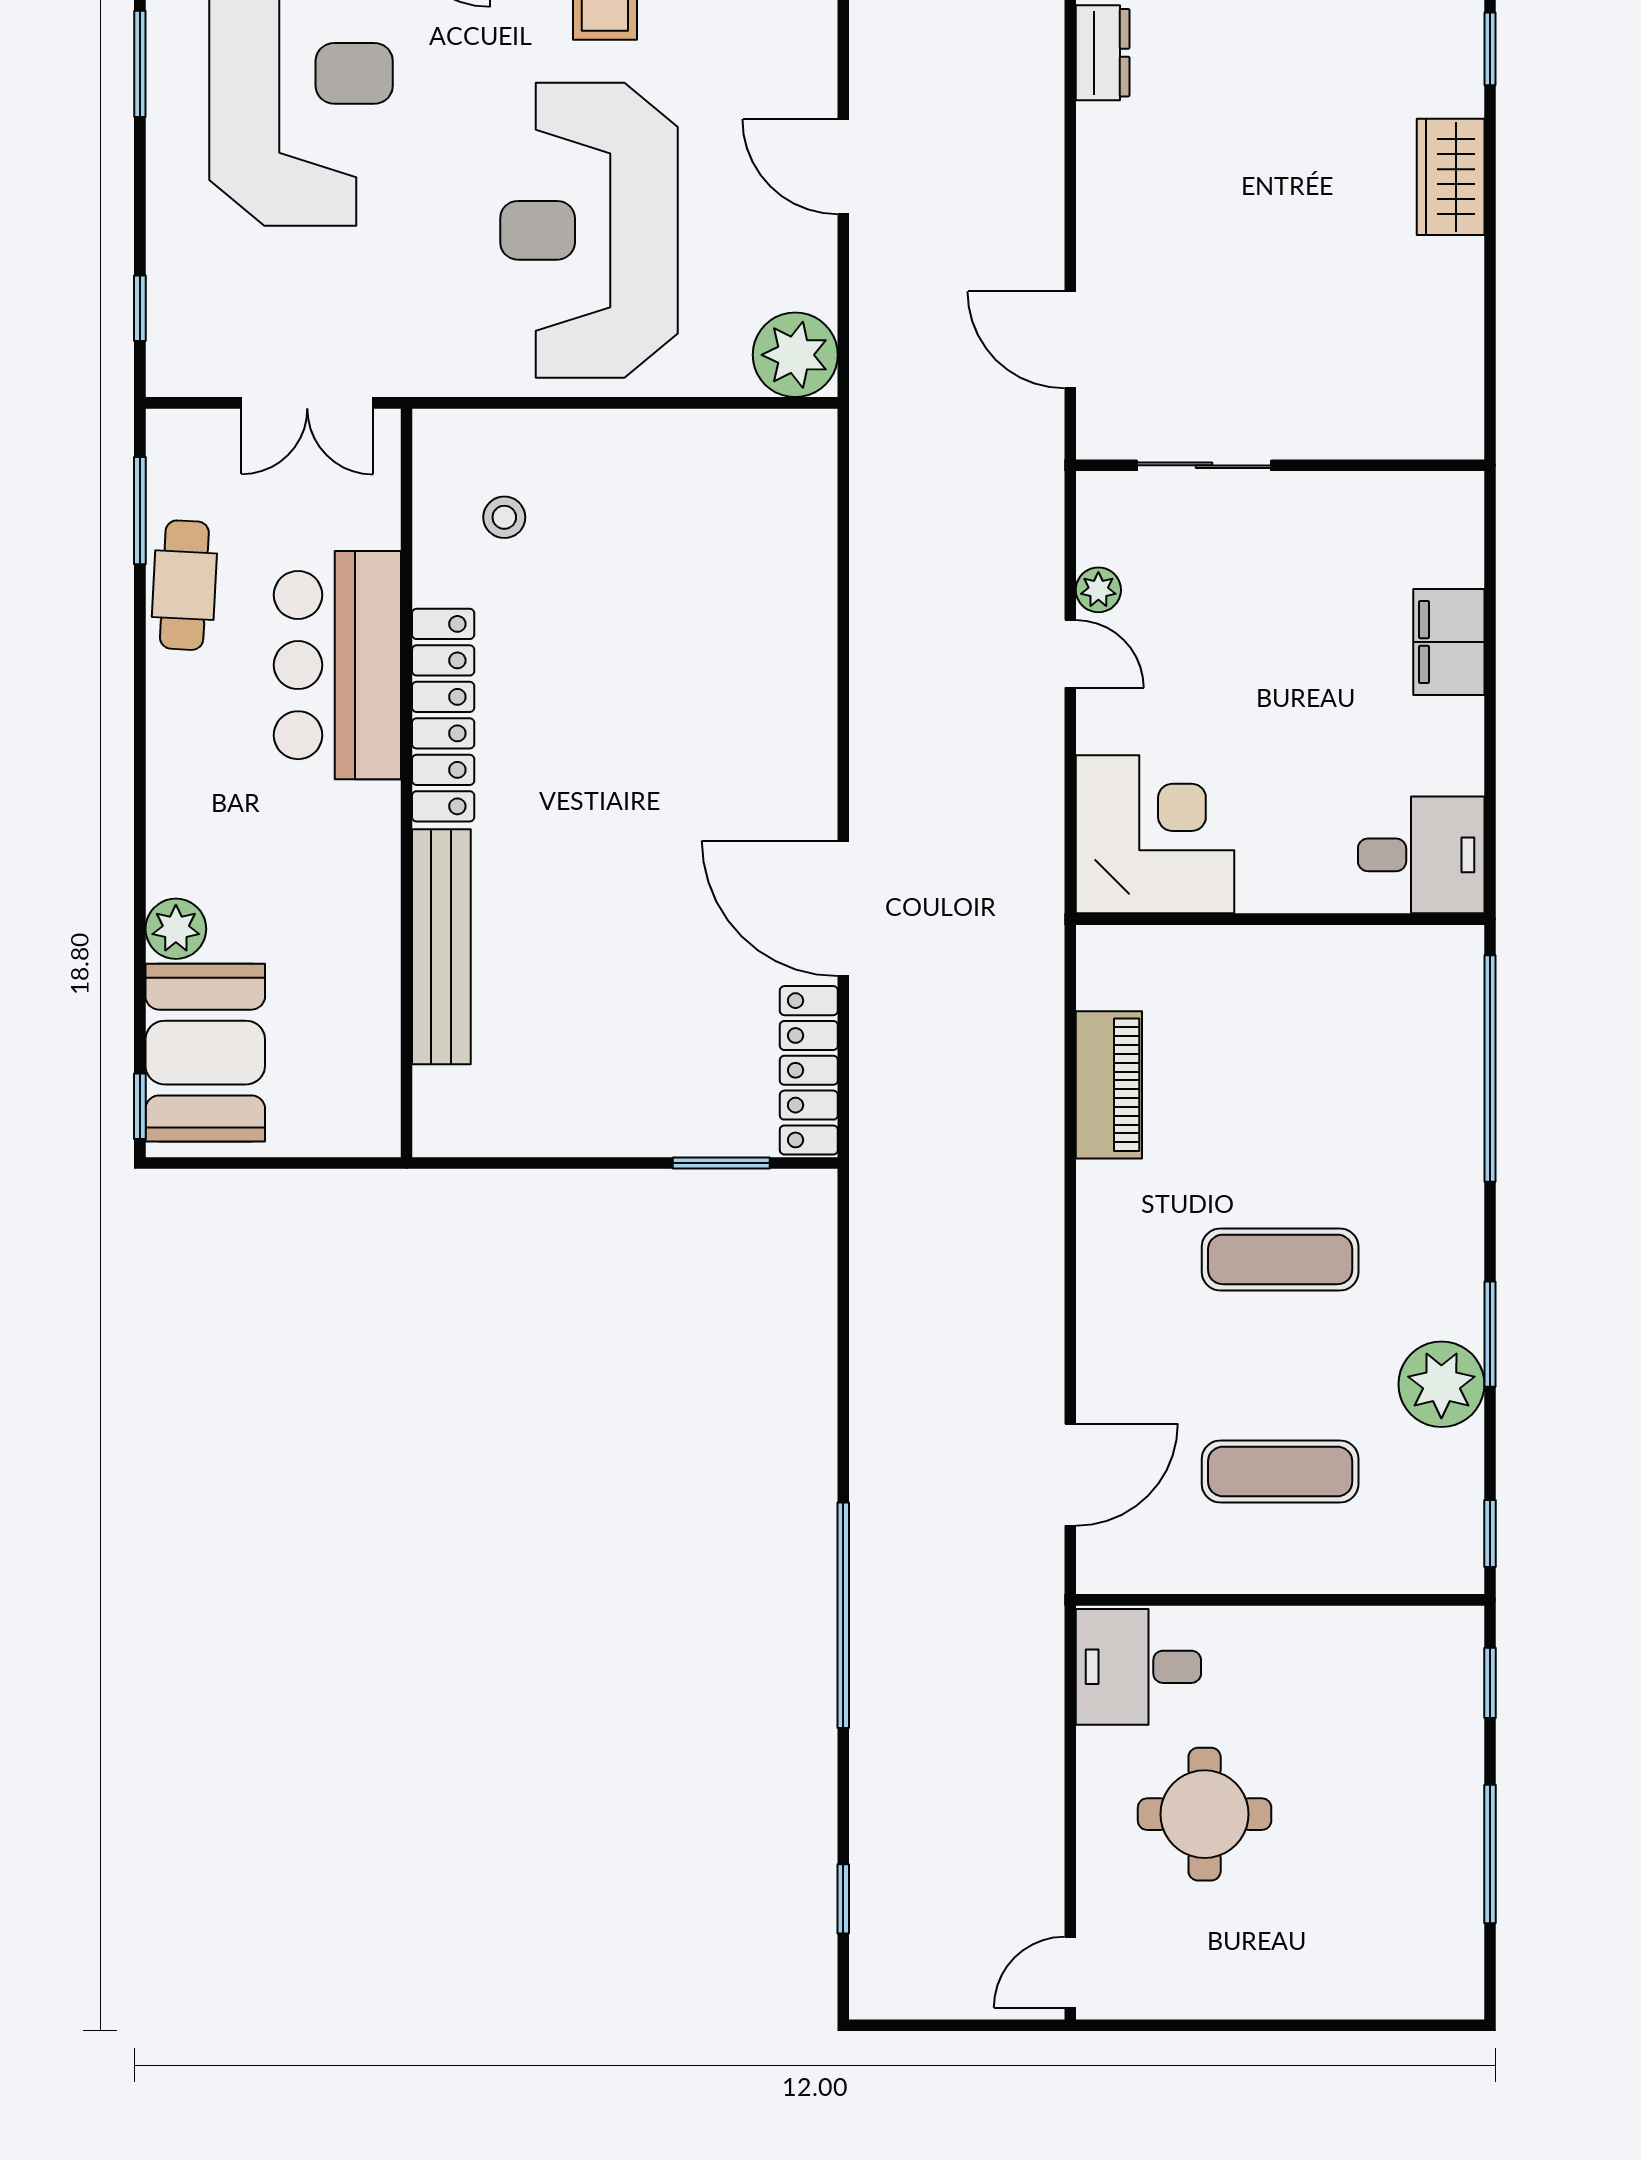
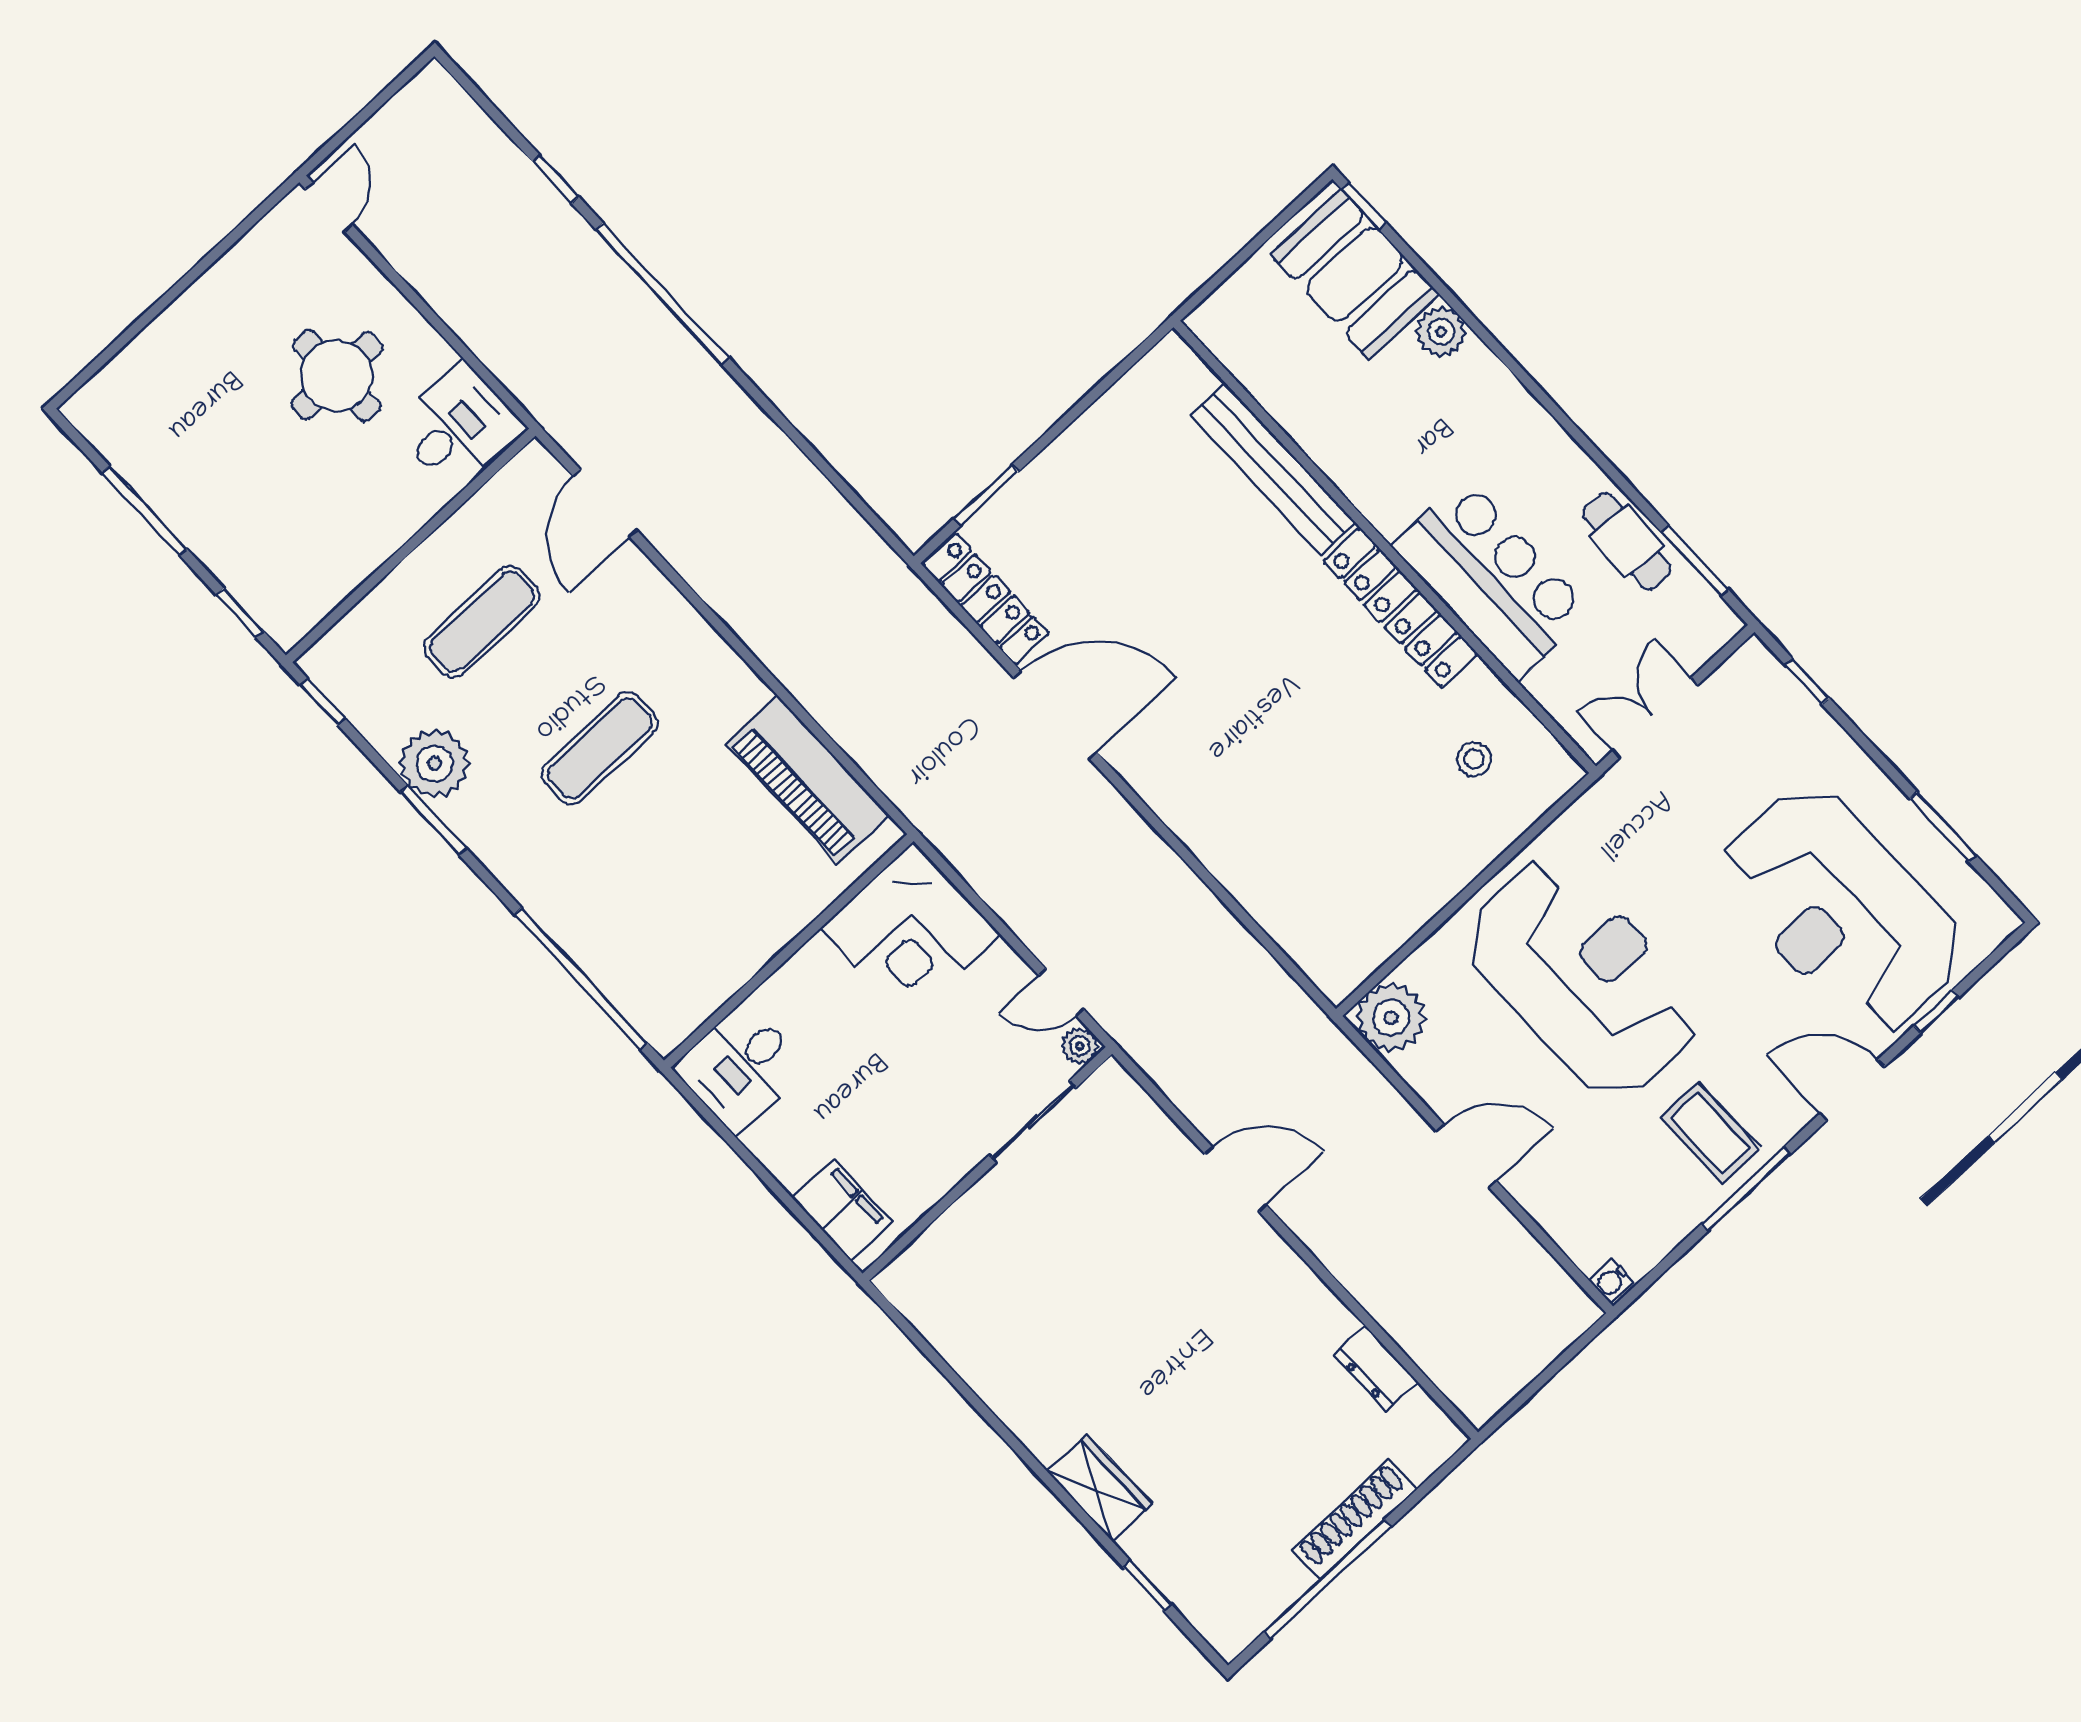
sliding door: (1204, 465) -> (1033, 1122), moved
wall: (1280, 465) -> (987, 1164), moved
piano: (1109, 1085) -> (807, 779), width x1.37, depth x1.33
window: (843, 1899) -> (556, 179), moved

